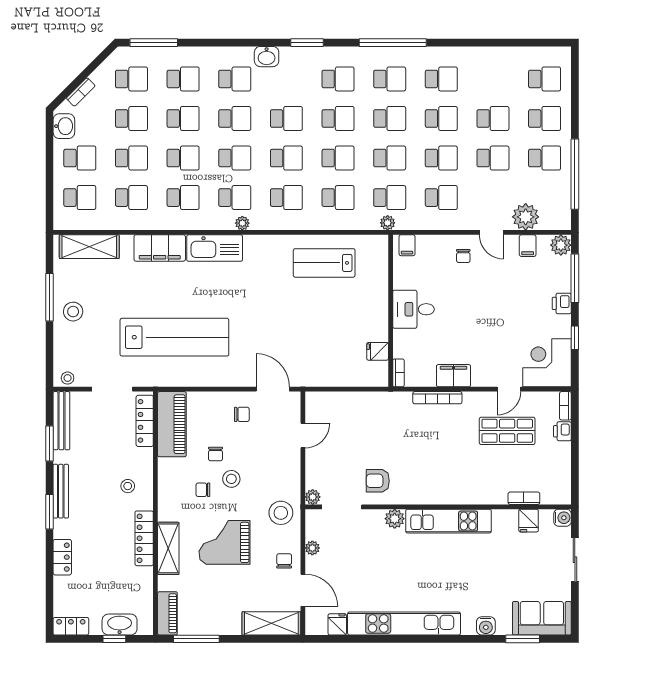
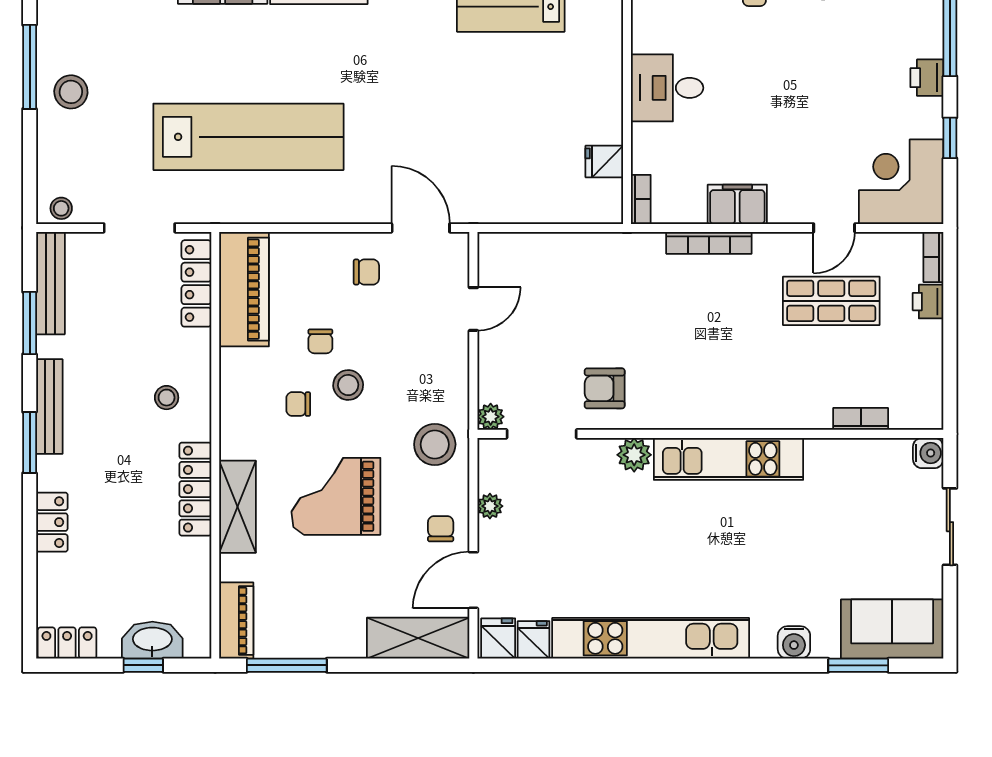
fridge: (529, 521) -> (498, 639), moved, turned 180
door: (303, 590) -> (473, 580), swing flipped

